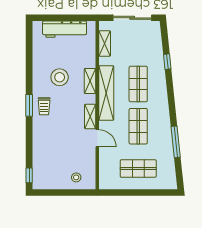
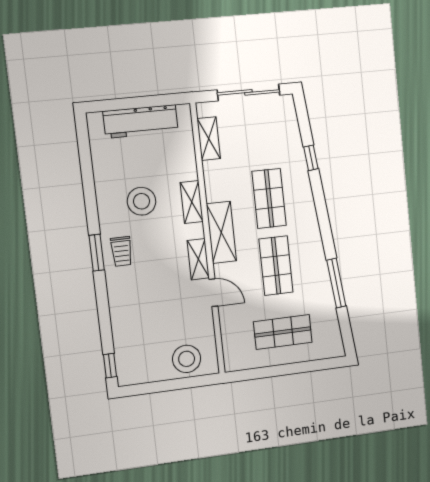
shelving: (106, 93) -> (221, 232), width x0.68
stool: (76, 177) -> (187, 359), width x1.89, depth x1.89

